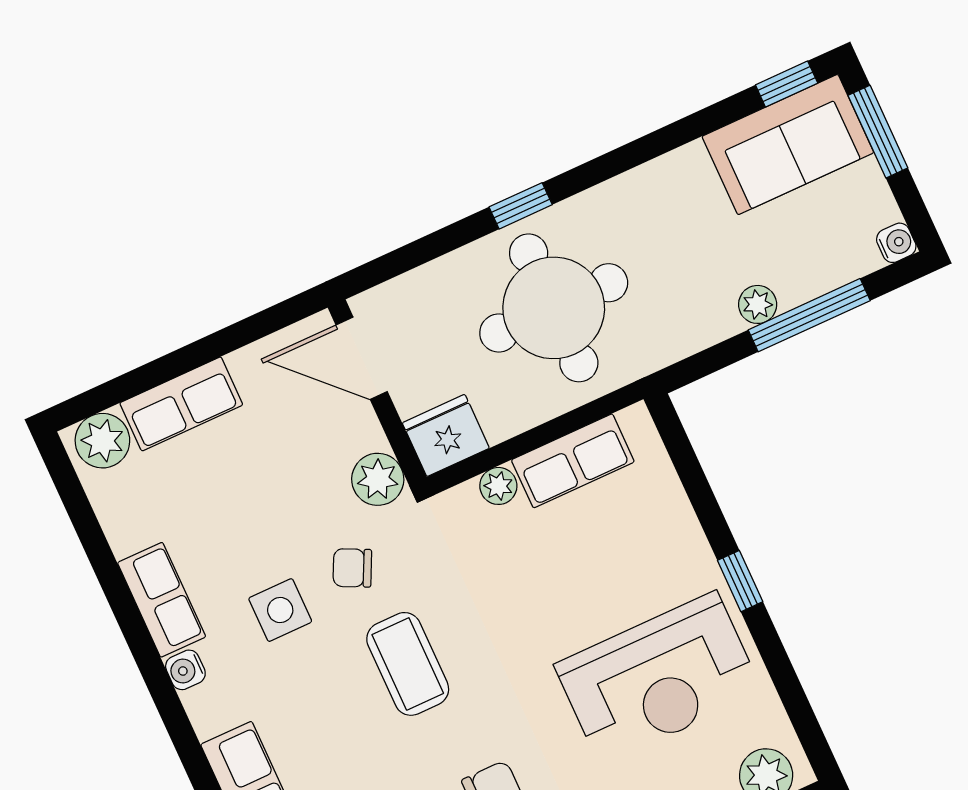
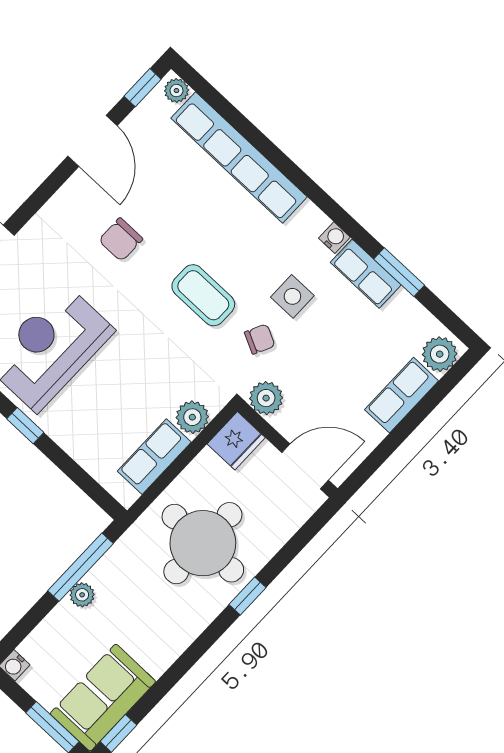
window: (809, 315) -> (80, 567), moved
plant: (498, 486) -> (192, 417), width x1.38, depth x1.38
window: (113, 582) -> (399, 272), added

